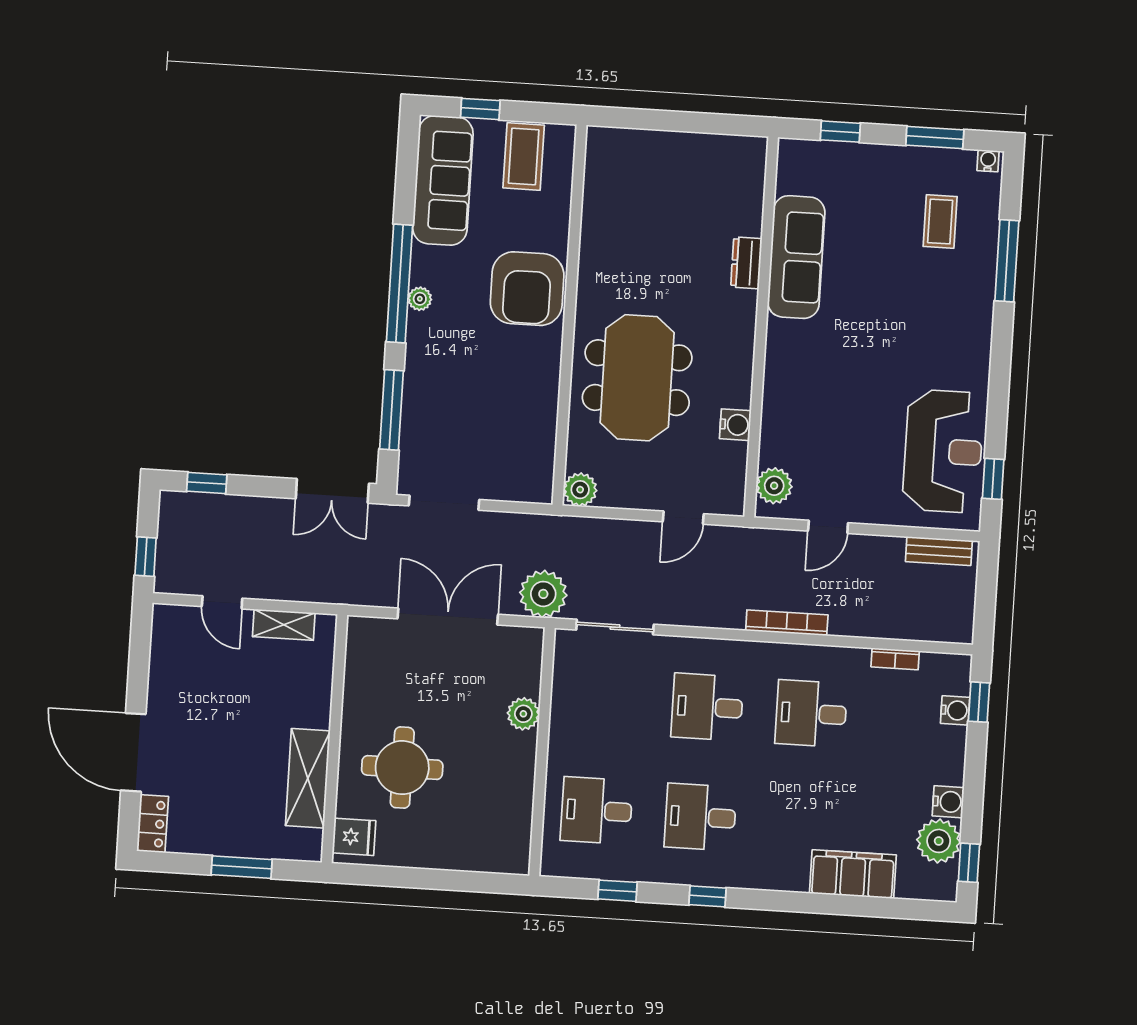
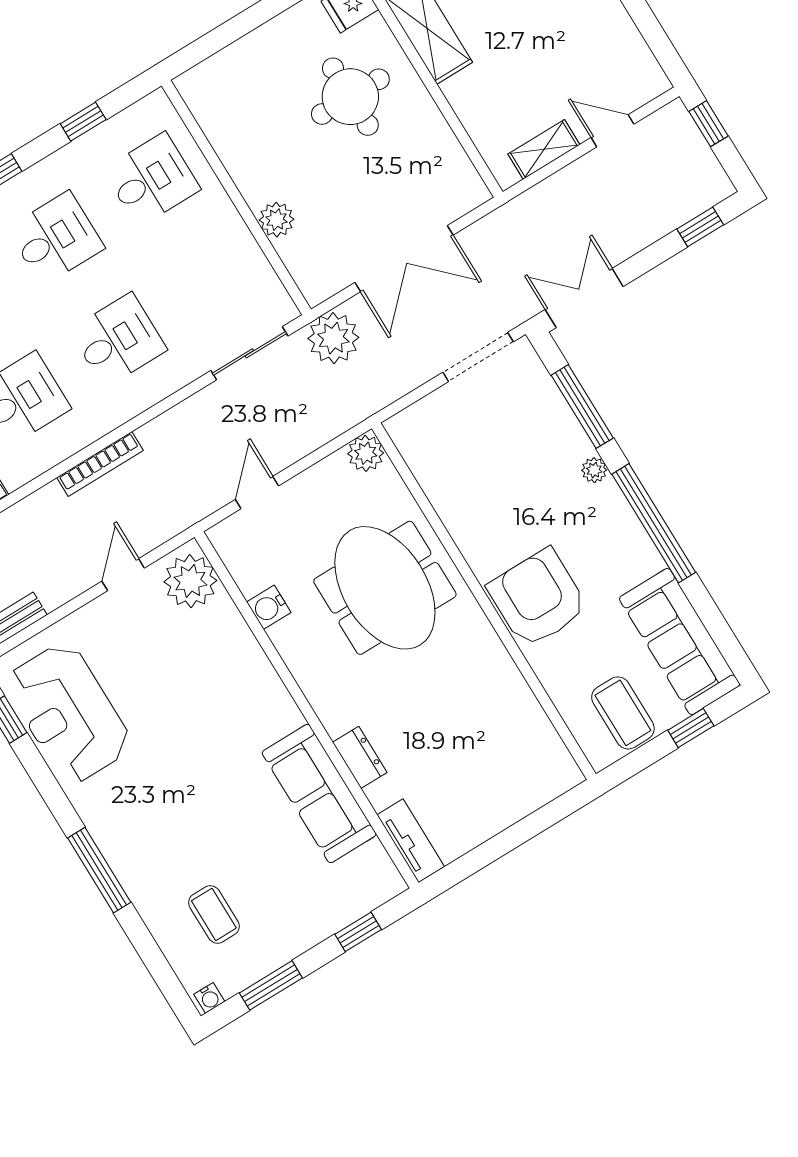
tv unit: (752, 173) -> (411, 841), added
window: (1007, 261) -> (99, 870), moved
plant: (420, 299) -> (594, 470), moved
plant: (774, 486) -> (190, 581), width x1.36, depth x1.36

